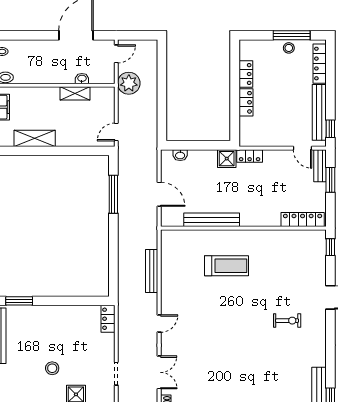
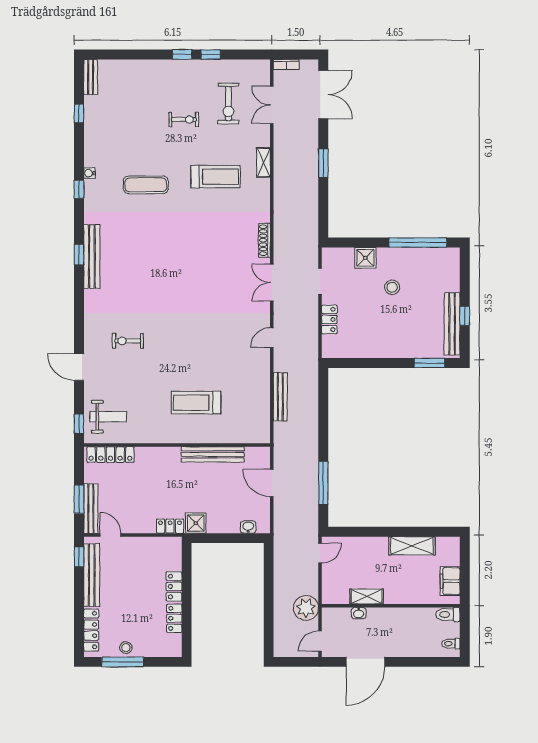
bench: (320, 166) -> (91, 508), width x1.36
weight bench: (305, 253) -> (108, 417), added
locker: (108, 319) -> (329, 319), moved

